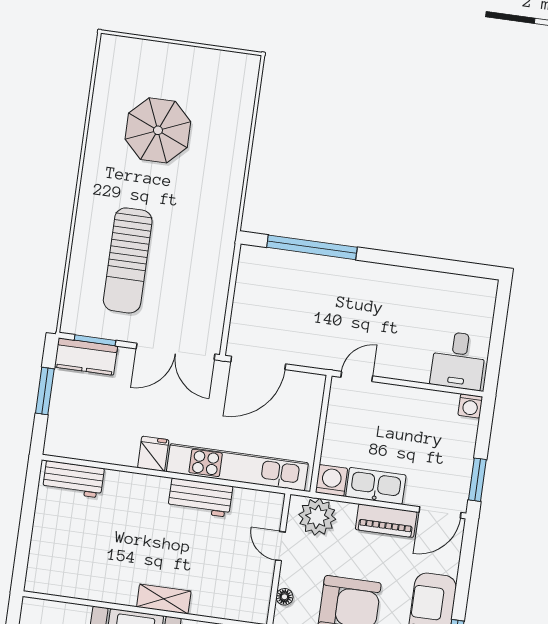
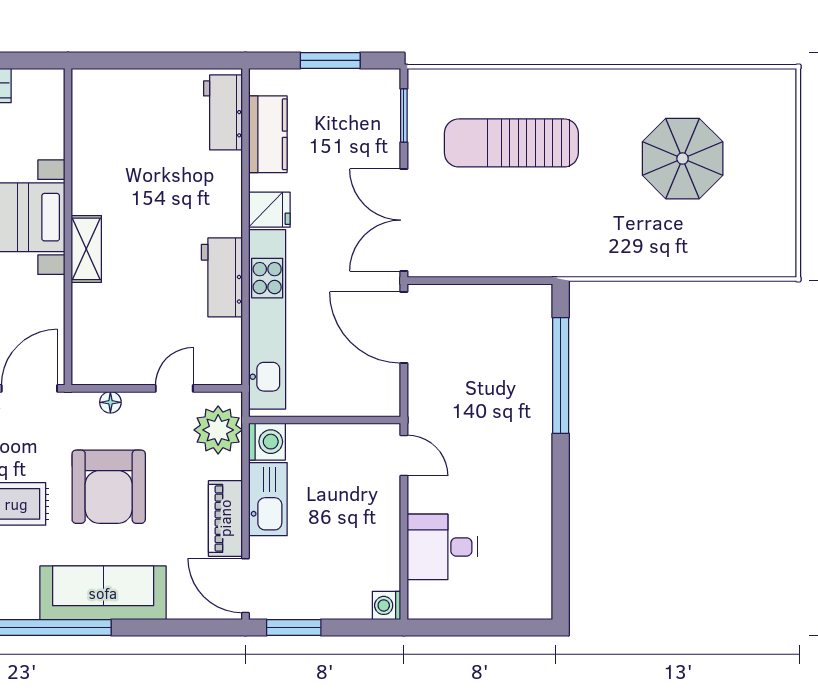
kitchen counter: (86, 357) -> (268, 134), moved, turned 180
desk: (458, 360) -> (442, 547), moved

